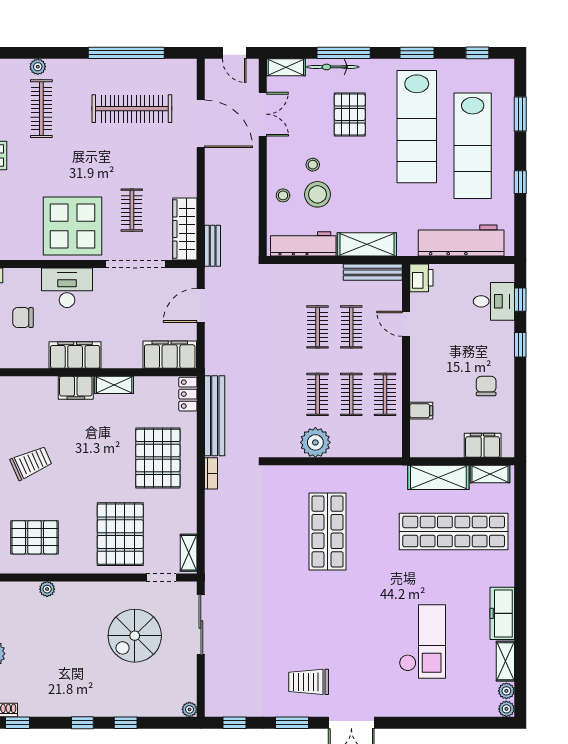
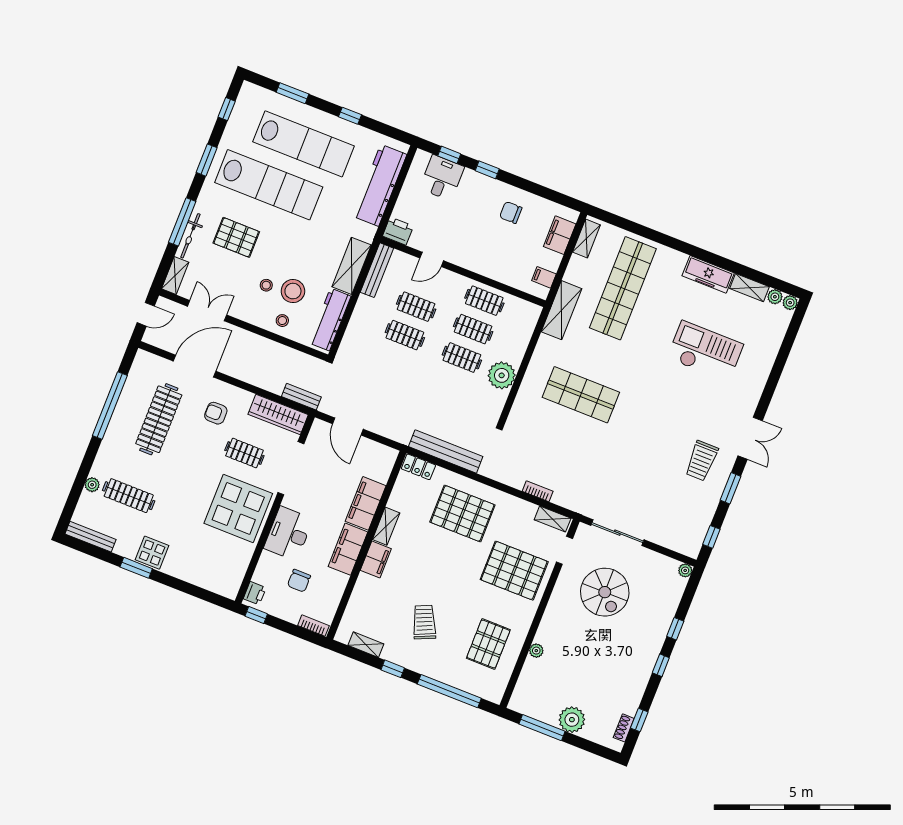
armchair: (161, 165) -> (216, 413), added
filing cabinet: (170, 355) -> (366, 503), moved
filing cabinet: (421, 411) -> (544, 277), moved, turned -90
bookcase: (211, 473) -> (538, 491), moved
shelving: (438, 477) -> (561, 310), moved

